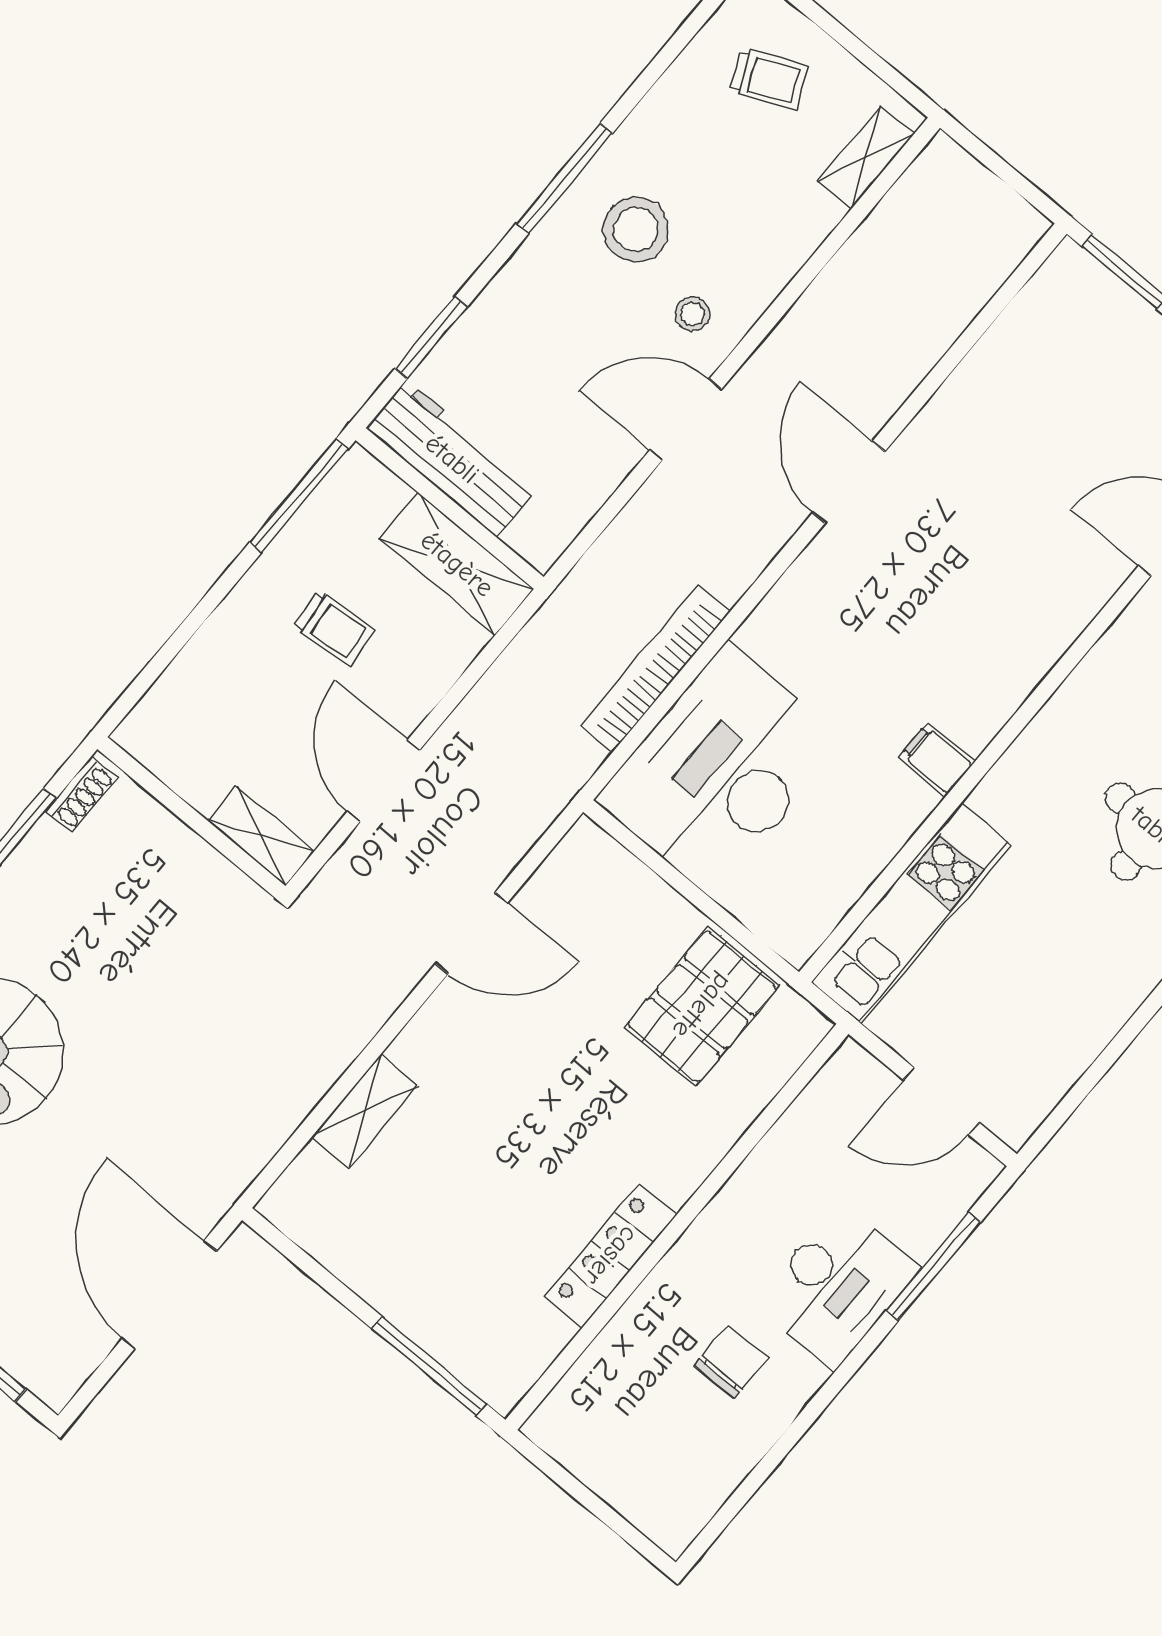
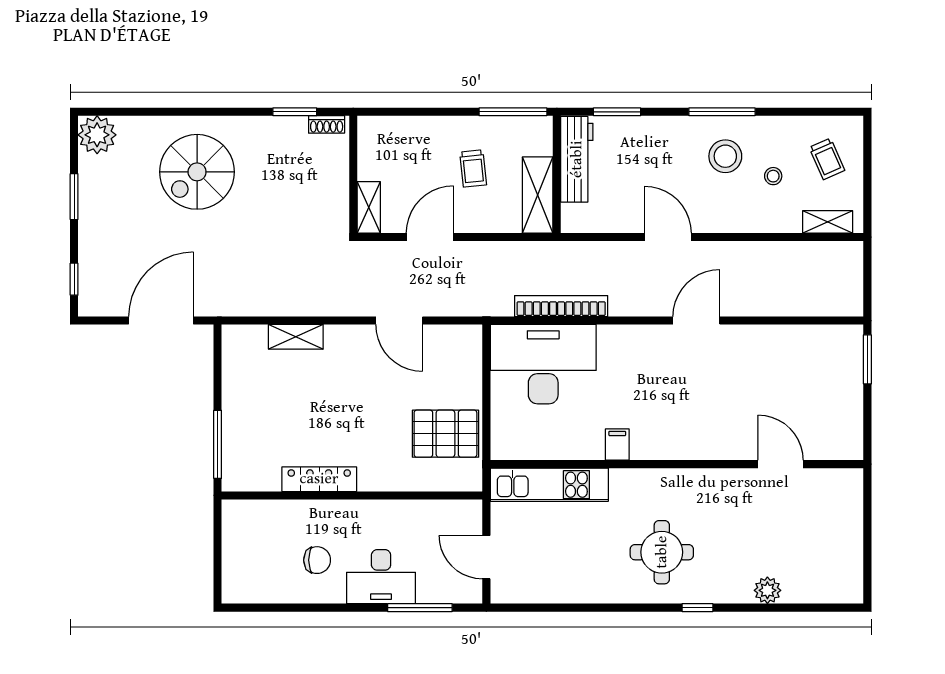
stool: (692, 314) -> (773, 176), moved

